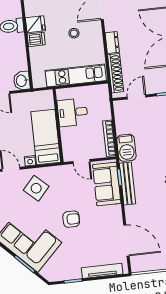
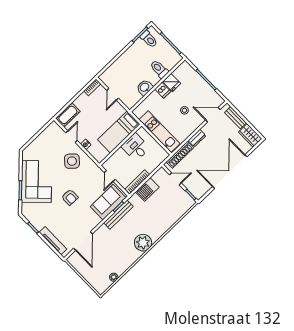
washbasin: (22, 81) -> (145, 87), moved
bed: (46, 137) -> (119, 132), moved, turned 180
barbecue: (126, 148) -> (147, 189), moved

